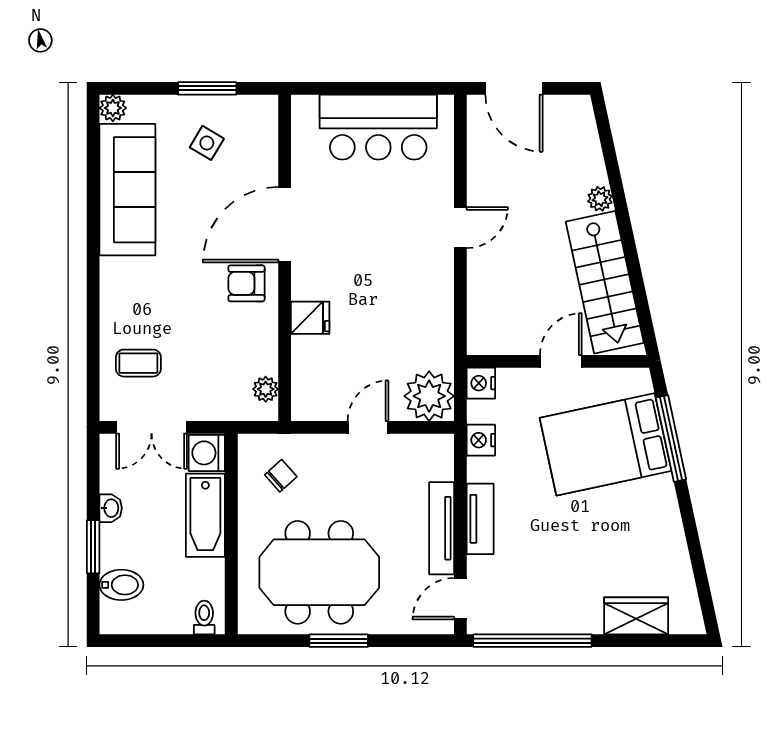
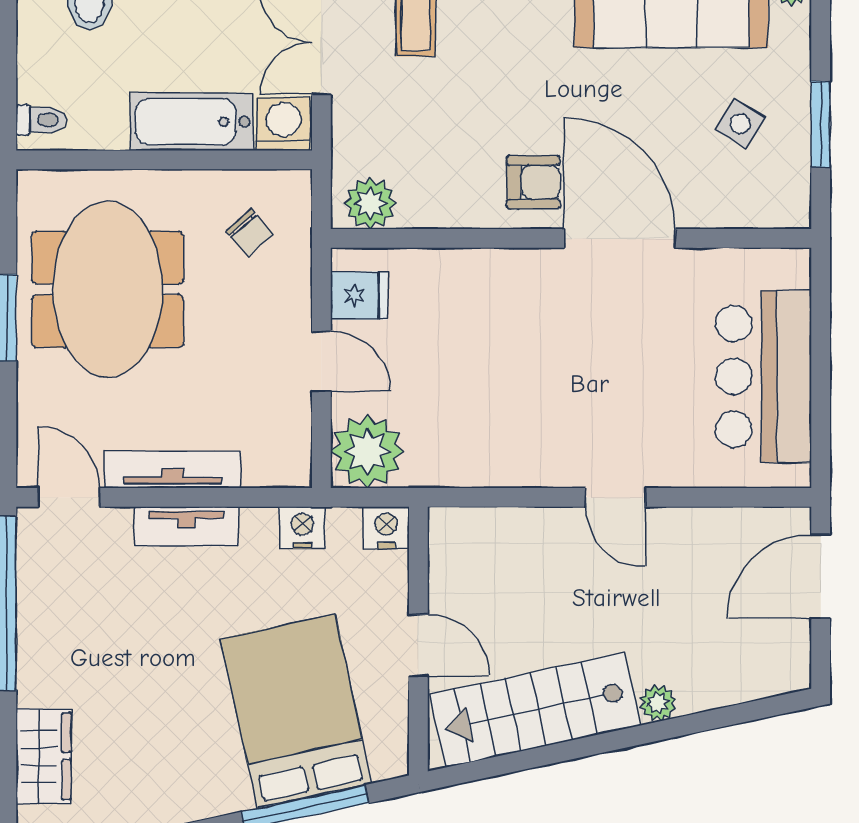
armchair: (246, 283) -> (533, 182), turned 90
fridge: (310, 318) -> (359, 295), moved, turned -90
plant: (266, 389) -> (370, 203), width x1.38, depth x1.38

